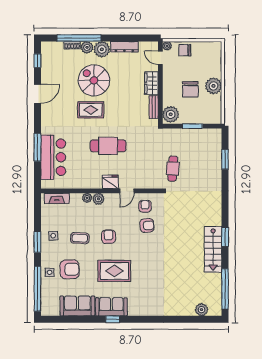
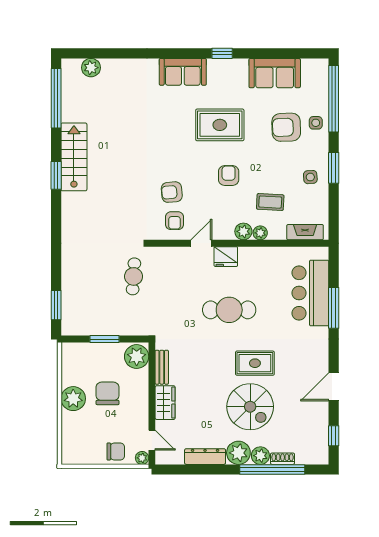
window: (225, 159) -> (56, 305), moved
armchair: (108, 237) -> (229, 176), turned 180
coffee table: (80, 238) -> (270, 202), moved
sofa: (111, 307) -> (183, 72), moved

